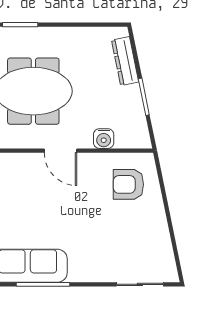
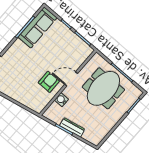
dresser: (125, 61) -> (72, 127), moved
armchair: (128, 184) -> (49, 82), moved

